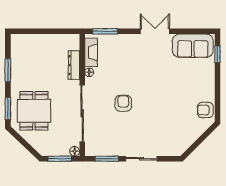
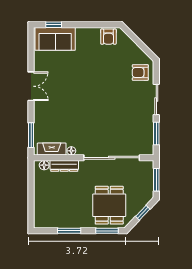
double door: (155, 31) -> (31, 86), swing flipped
sofa: (193, 46) -> (55, 39), moved, turned 90
armchair: (123, 103) -> (140, 73), moved
dining table: (34, 111) -> (109, 205), turned 90
window: (26, 145) -> (143, 213), added
floor lamp: (75, 151) -> (44, 165), moved

